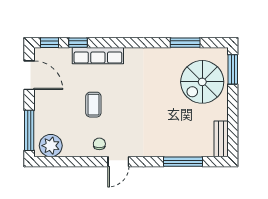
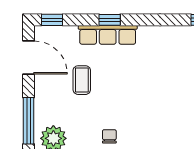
window: (78, 43) -> (110, 20), moved
coffee table: (93, 105) -> (82, 80), moved

